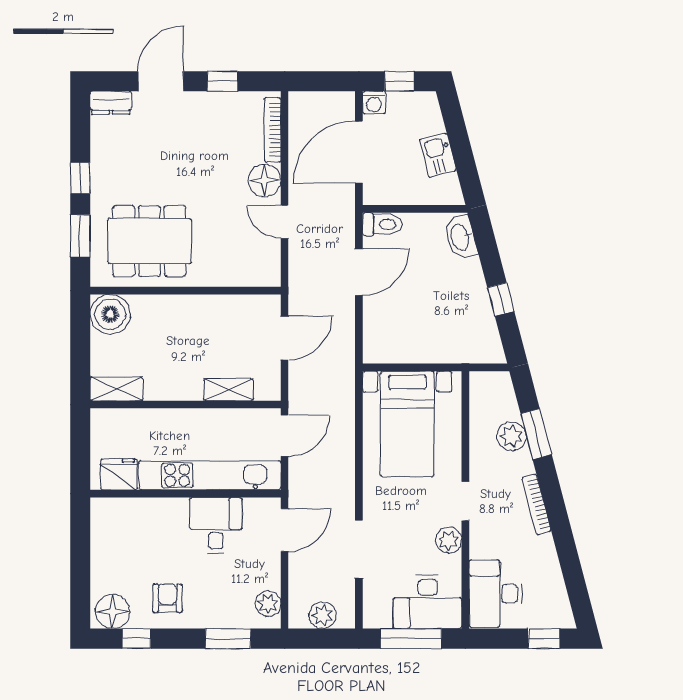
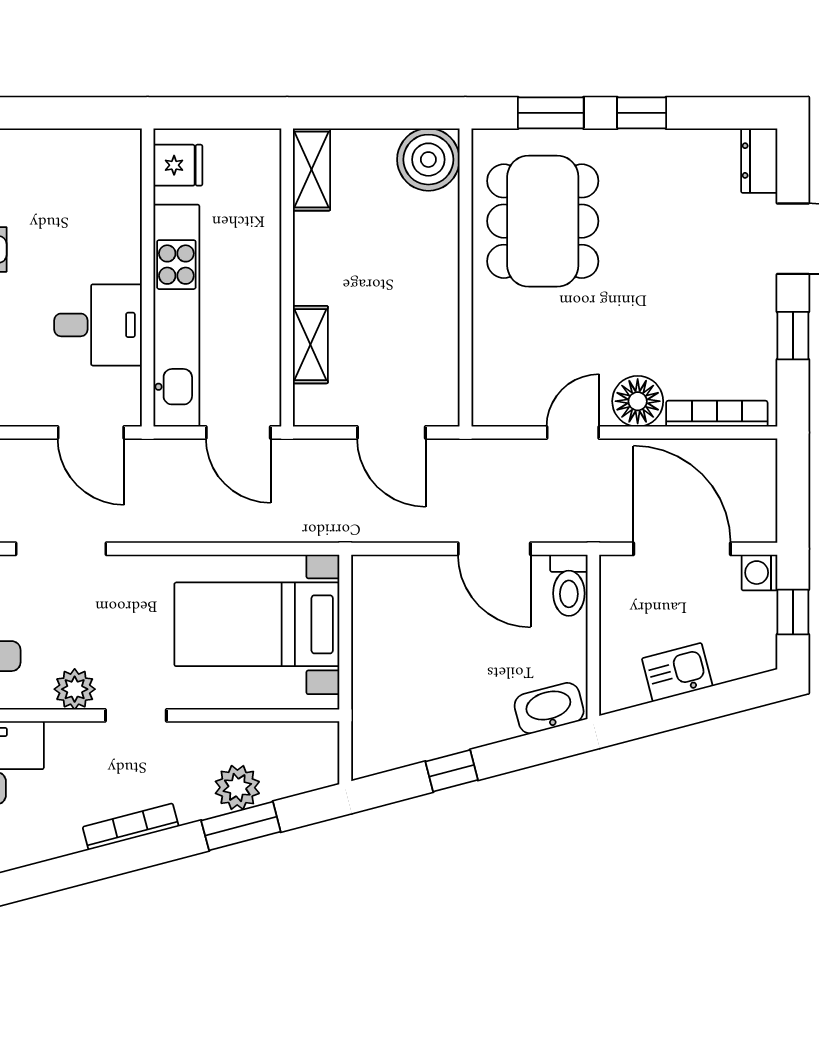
fridge: (119, 474) -> (178, 165), width x0.72

